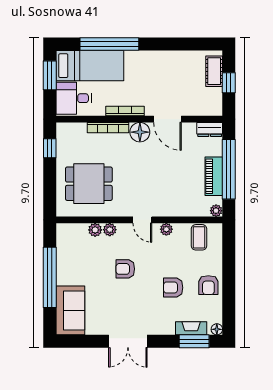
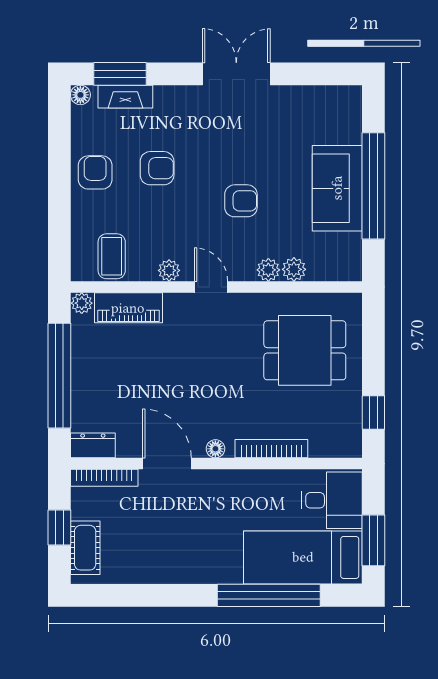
bookcase: (125, 111) -> (104, 478), moved
floor lamp: (140, 132) -> (215, 449), width x0.53, depth x0.53
piano: (214, 176) -> (128, 308), moved, turned 90
sofa: (70, 310) -> (337, 188), moved

